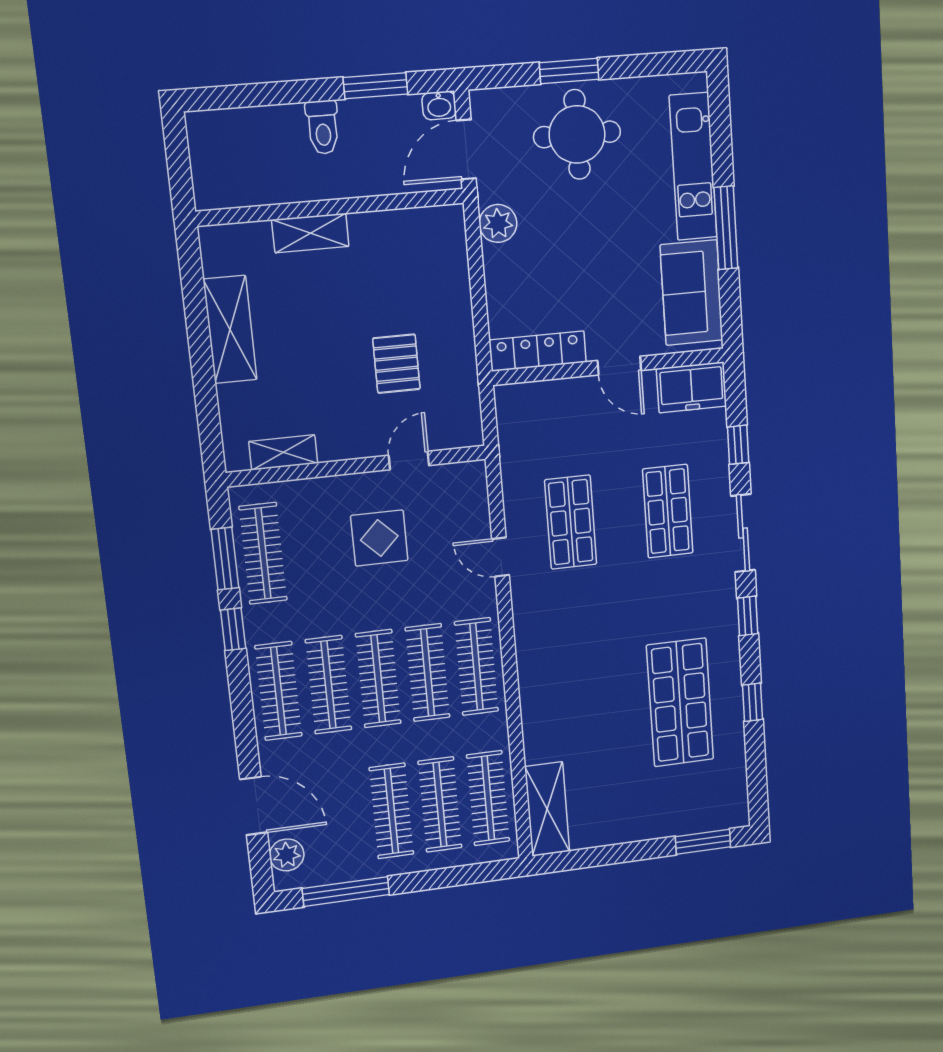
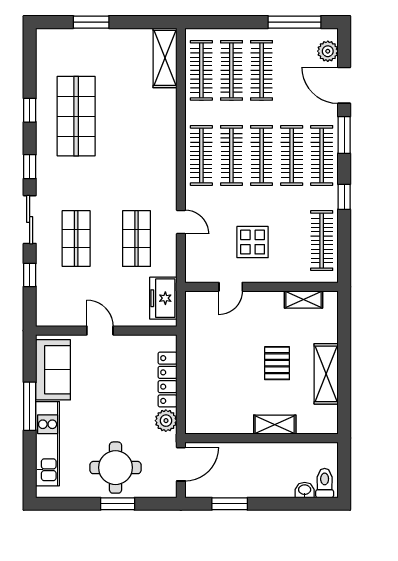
washbasin: (439, 105) -> (305, 490), moved
toilet: (323, 127) -> (325, 483), moved
locker: (538, 351) -> (168, 380), moved, turned 90
pallet: (396, 364) -> (277, 363), moved
freezer: (692, 387) -> (163, 298), moved, turned -90
window: (225, 559) -> (344, 135), moved
window: (703, 842) -> (91, 22), moved

